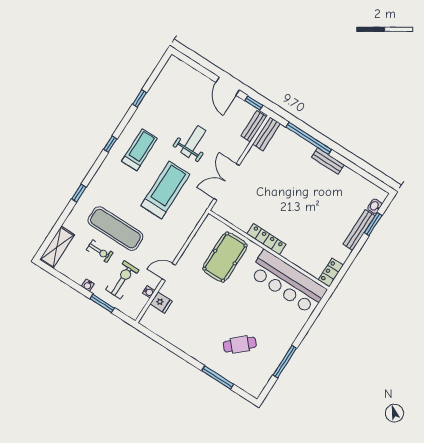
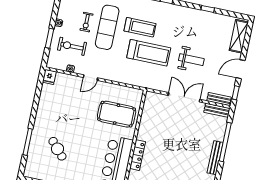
shelving: (187, 73) -> (239, 36), added
treadmill: (140, 150) -> (140, 27), moved
bench: (328, 161) -> (215, 158), width x1.36
double door: (226, 182) -> (184, 97), moved
locker: (266, 239) -> (138, 155), moved
door: (169, 272) -> (90, 78), swing flipped
exercise bike: (122, 280) -> (72, 46), turned 180
fridge: (161, 303) -> (49, 77), moved

